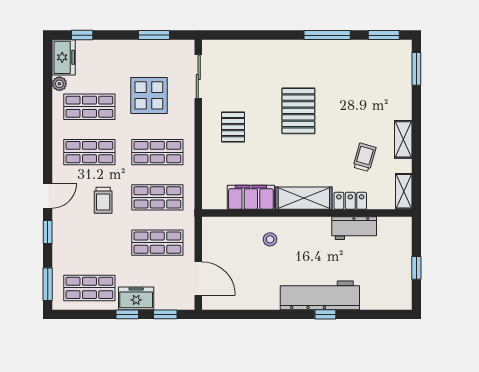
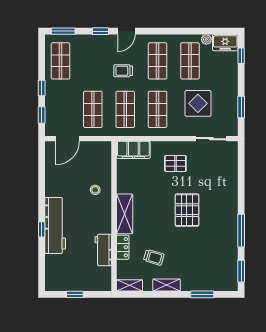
window: (416, 69) -> (202, 294), moved
pallet: (298, 111) -> (187, 210), turned 90
door: (48, 196) -> (126, 31), hinge flipped
filing cabinet: (251, 197) -> (133, 150), moved, turned 90
freezer: (136, 298) -> (53, 94), removed

